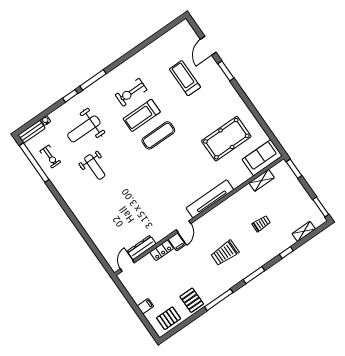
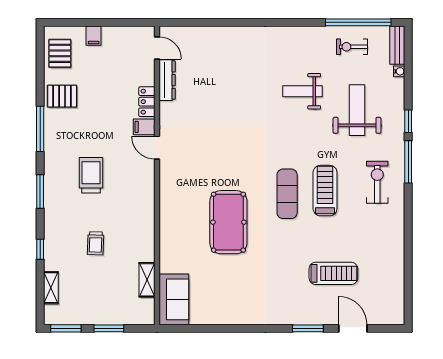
exercise bike: (131, 92) -> (377, 182), moved
pool table: (226, 139) -> (228, 222), moved
window: (294, 169) -> (109, 328), moved
tv unit: (210, 199) -> (168, 203), removed

